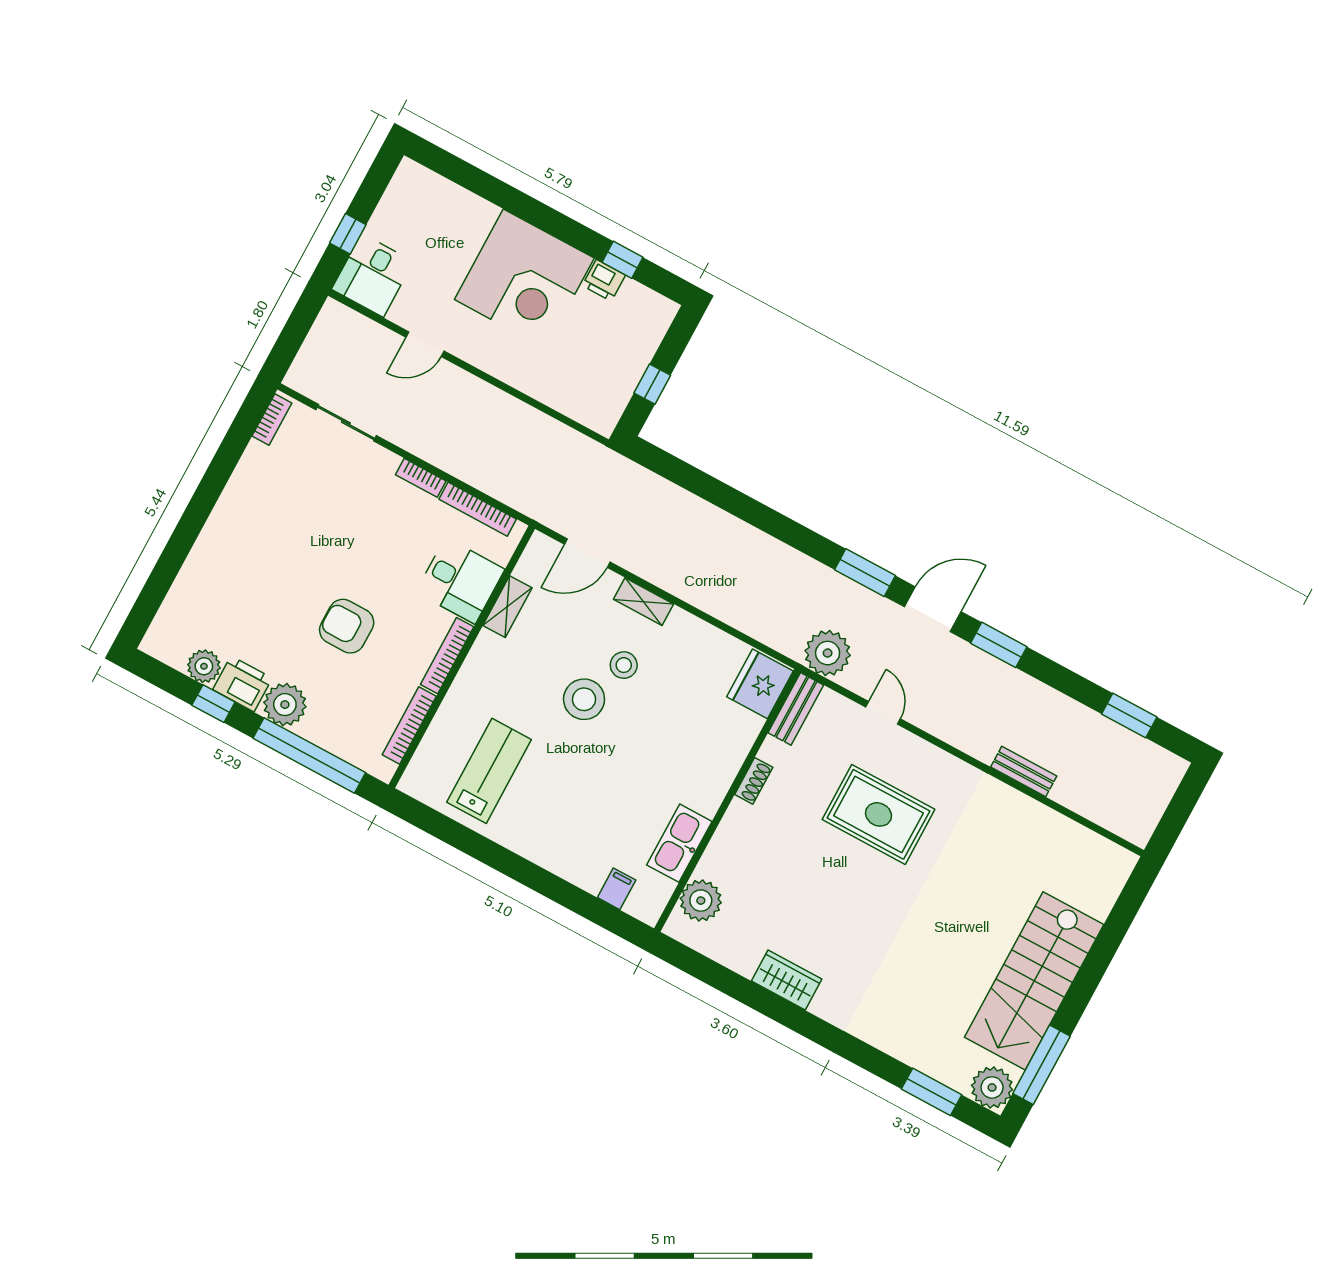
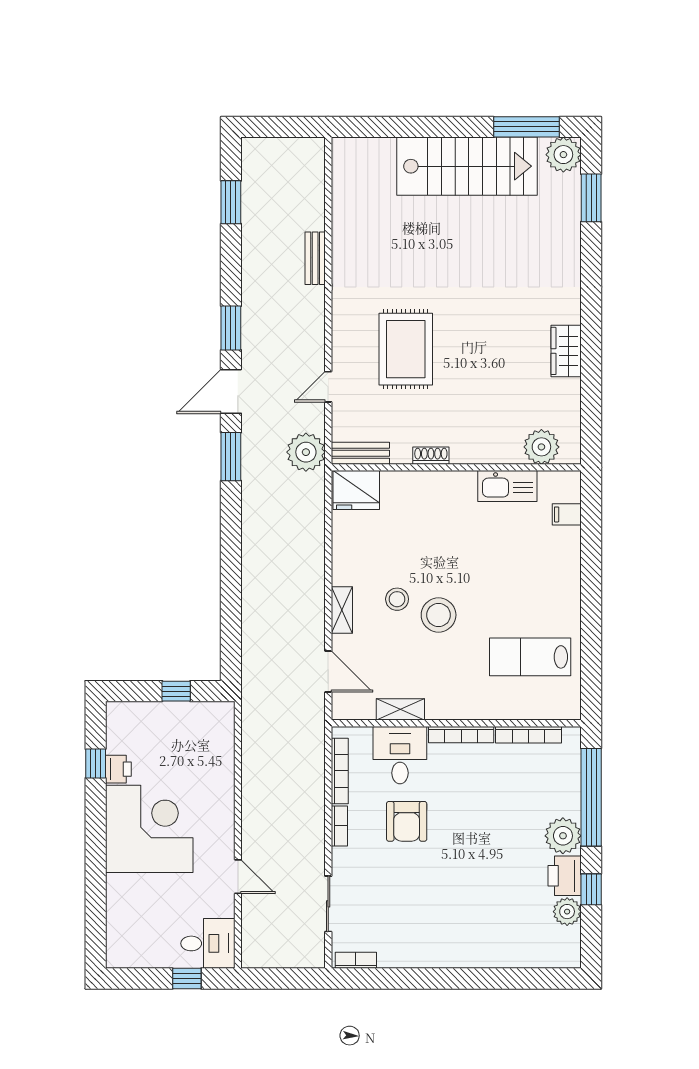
door: (933, 609) -> (231, 391), hinge flipped
armchair: (347, 626) -> (407, 821), moved

